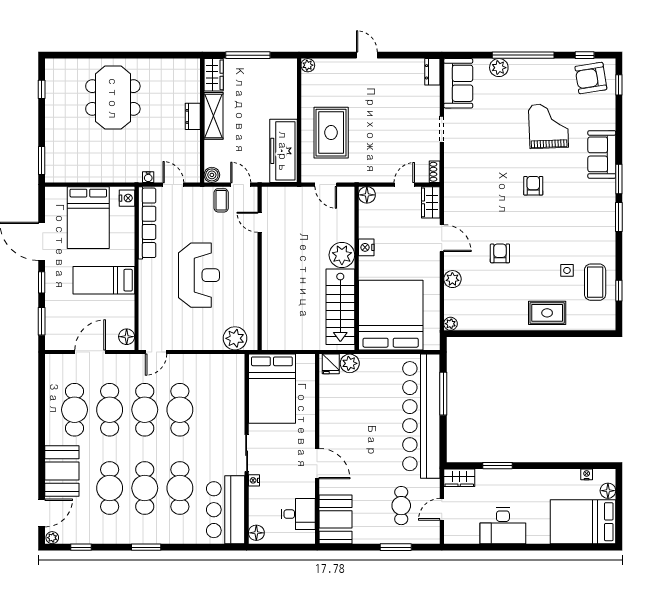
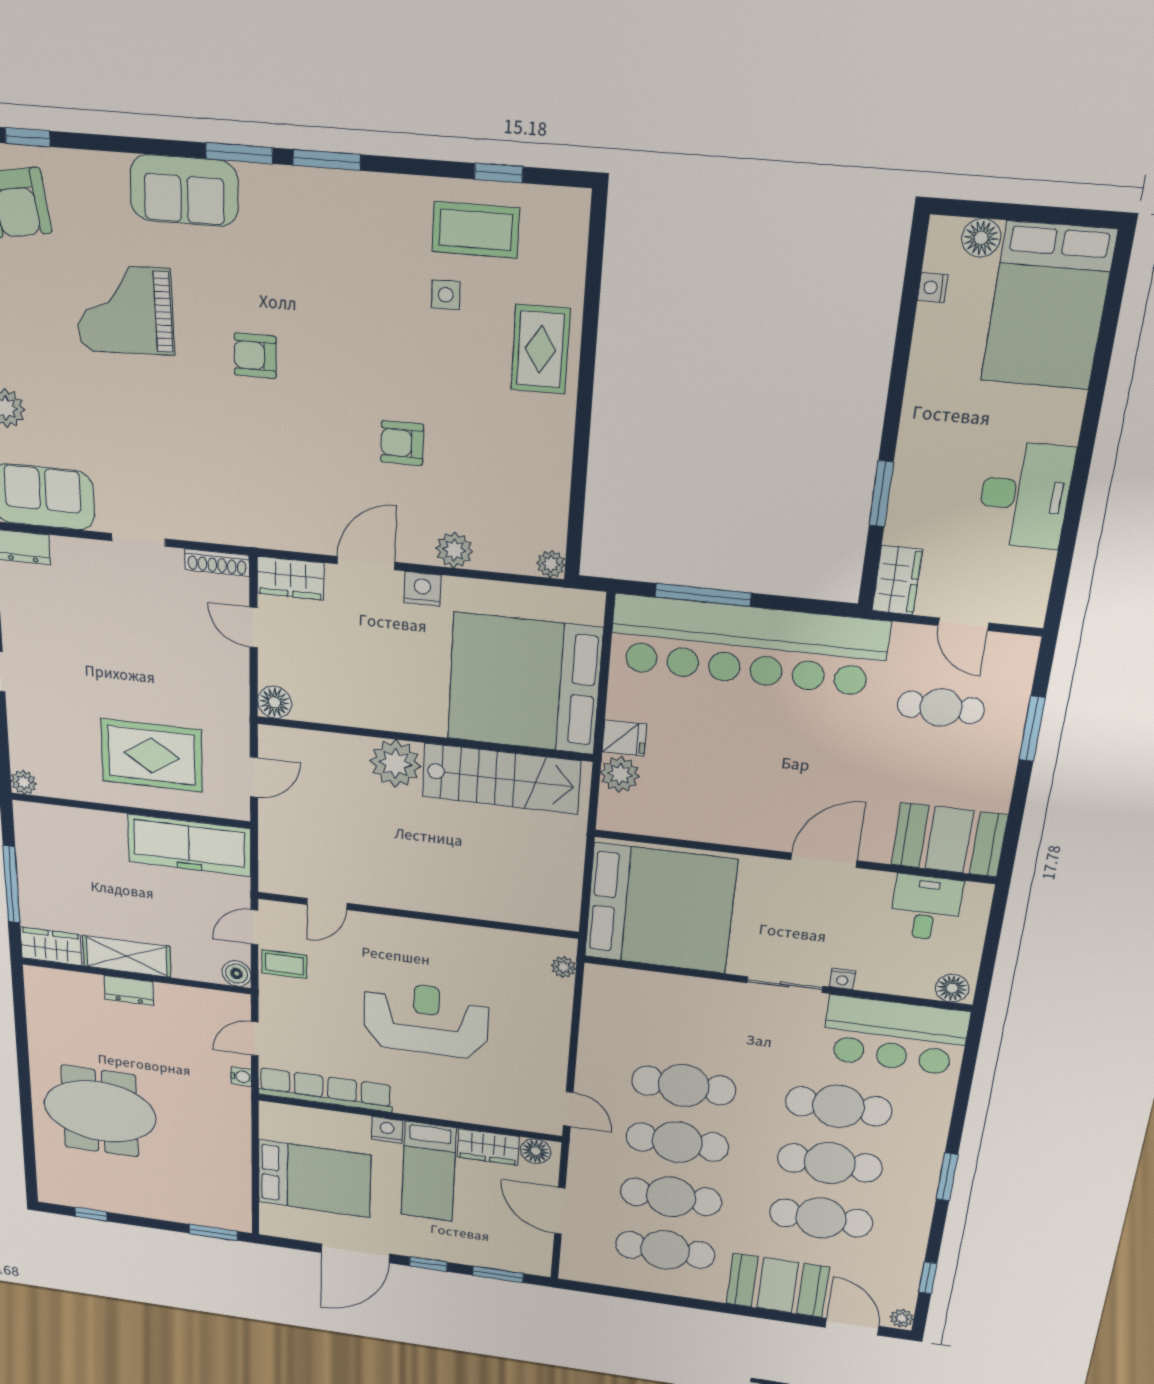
shoe rack: (435, 172) -> (217, 563), width x1.43
nightstand: (127, 198) -> (387, 1130), moved
nightstand: (366, 247) -> (422, 589), moved, turned 180
wardrobe: (125, 311) -> (488, 1147), added
plant: (235, 338) -> (564, 967), width x0.53, depth x0.53
fridge: (331, 364) -> (624, 738), moved
bed: (272, 389) -> (660, 908), width x1.36

